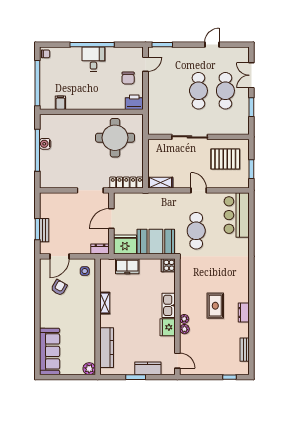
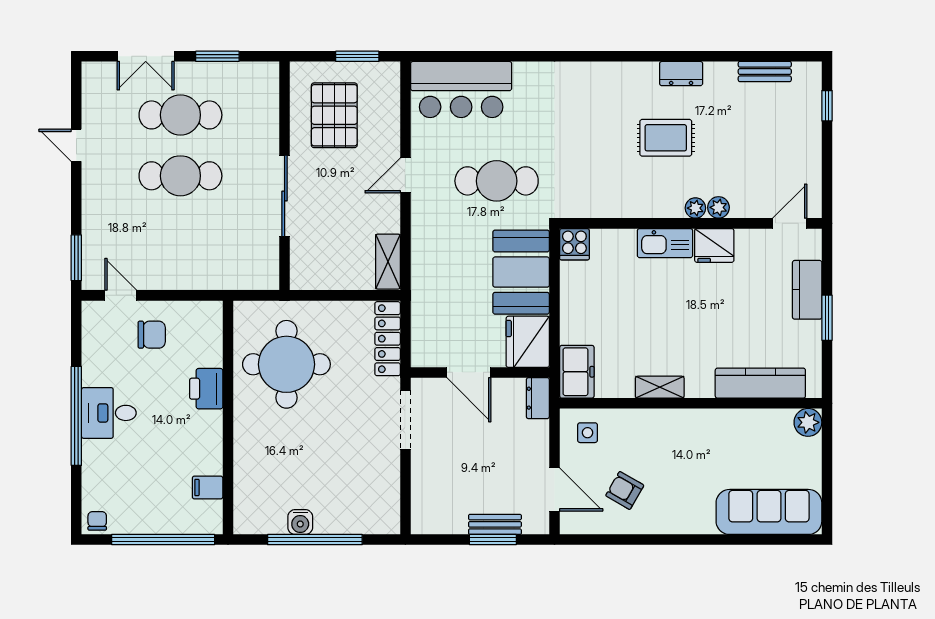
printer: (134, 102) -> (206, 389), moved
freezer: (127, 266) -> (577, 372), moved

